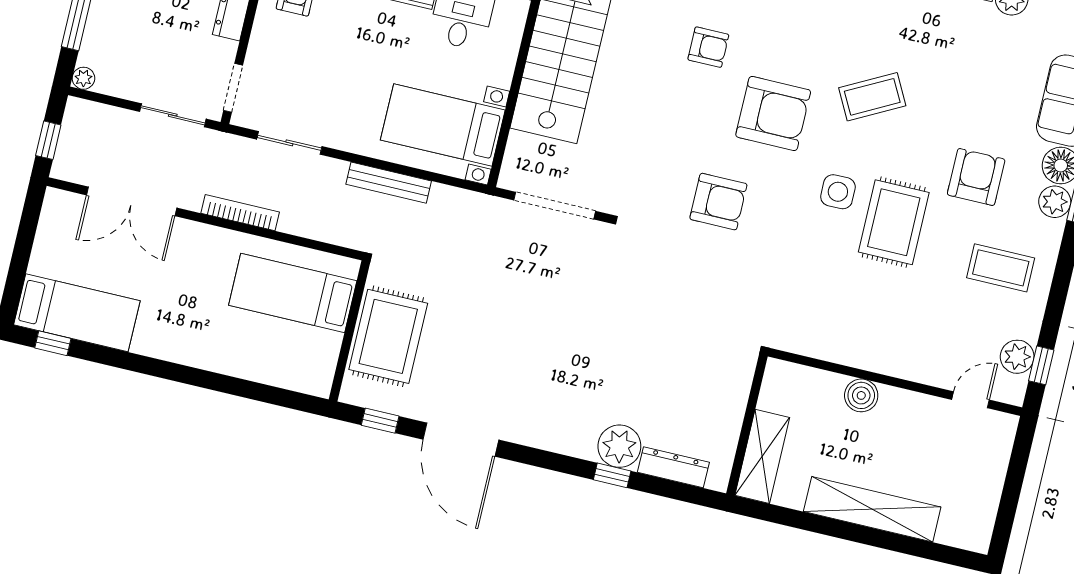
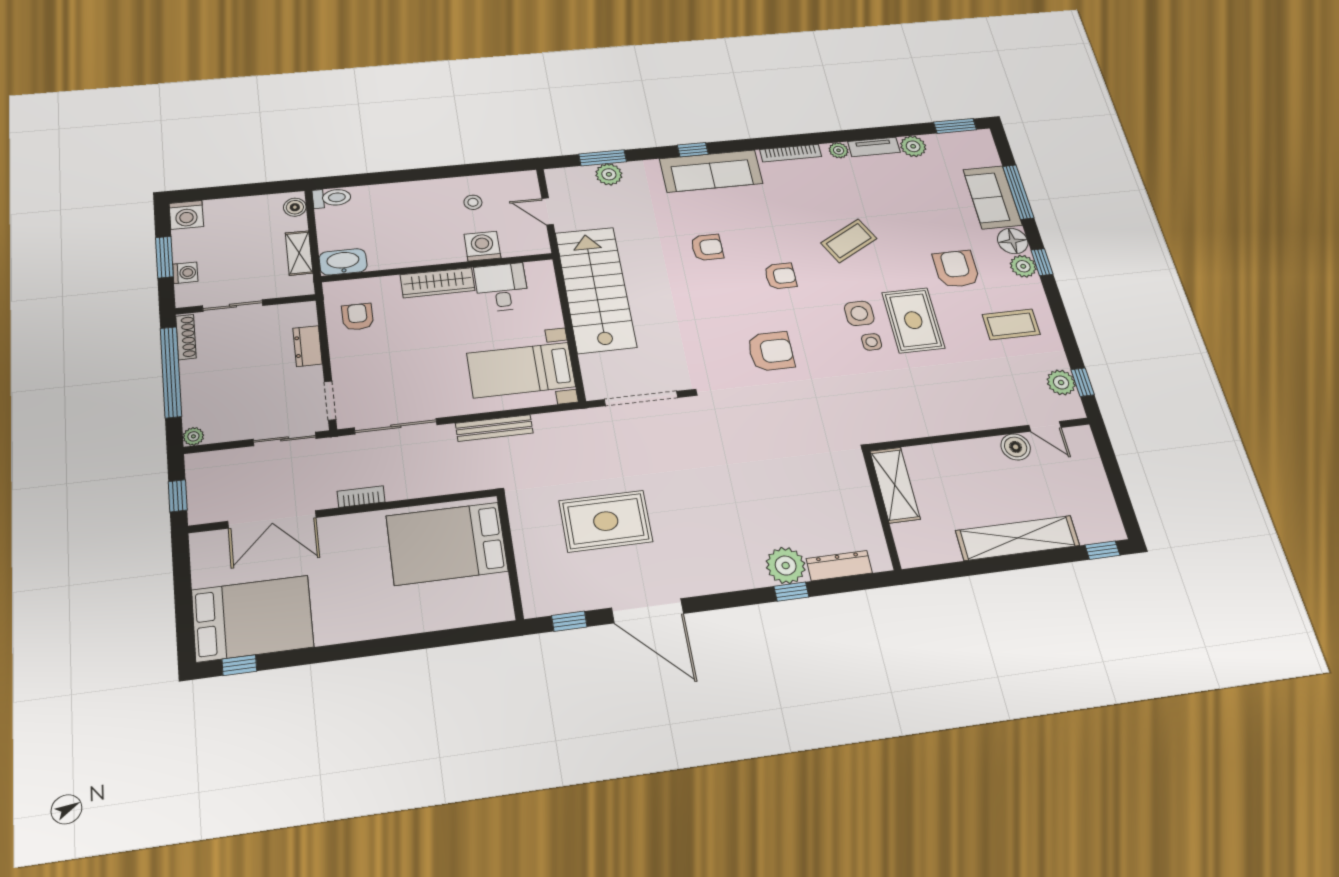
armchair: (773, 113) -> (780, 276), width x0.53, depth x0.53
sliding door: (289, 143) -> (396, 426), width x1.37
bookcase: (240, 213) -> (361, 497), width x0.64
side table: (834, 231) -> (872, 342), added
bed: (293, 293) -> (447, 543), width x1.50
bed: (77, 313) -> (252, 618), width x1.50
rug: (388, 336) -> (606, 521), moved, turned 90
boiler: (861, 395) -> (1016, 447), moved
door: (970, 400) -> (1045, 426), swing flipped
shelving: (762, 456) -> (895, 485), moved
window: (954, 556) -> (1102, 550), added

